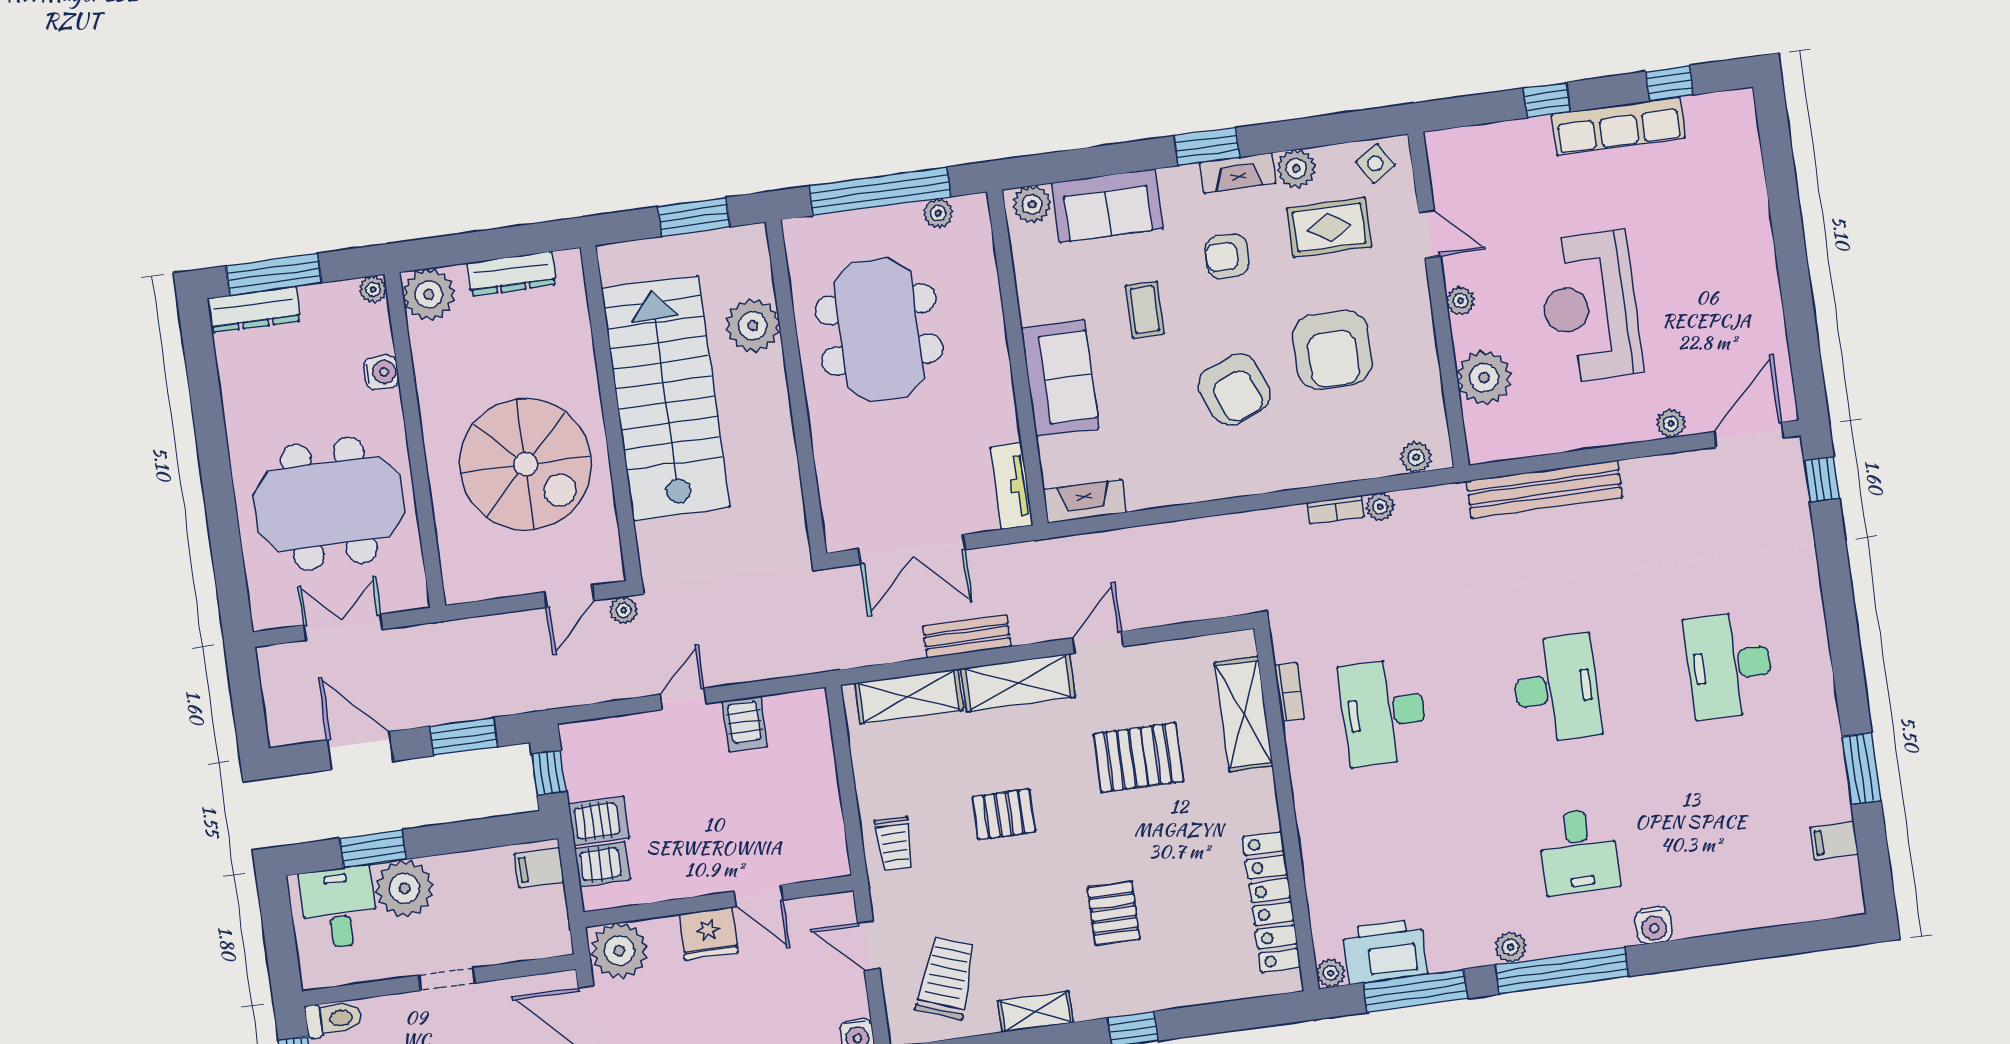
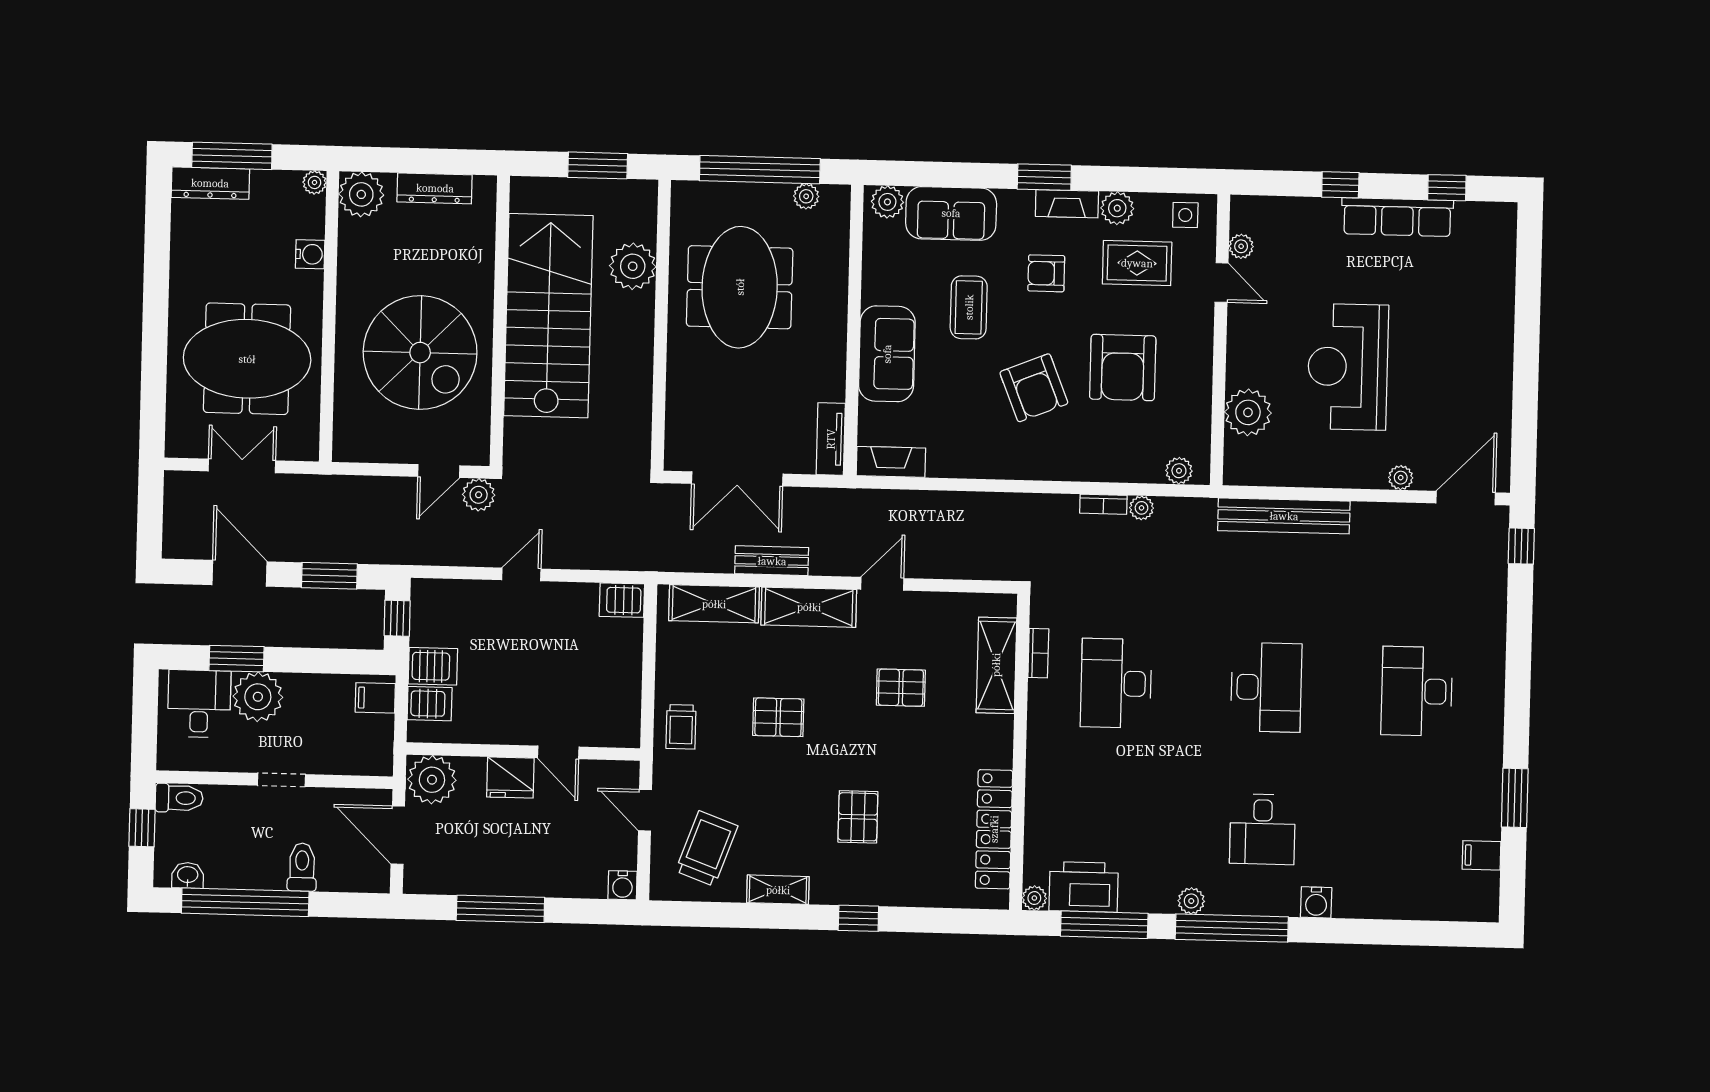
side table: (1375, 164) -> (1185, 215), turned 32
plant: (1460, 301) -> (1241, 246), moved
coffee table: (1145, 310) -> (969, 307), width x1.36, depth x1.30
plant: (624, 610) -> (479, 495), width x1.38, depth x1.38
server rack: (745, 724) -> (622, 600), moved, turned 90
pallet: (1138, 757) -> (901, 688), width x0.67, depth x0.71

